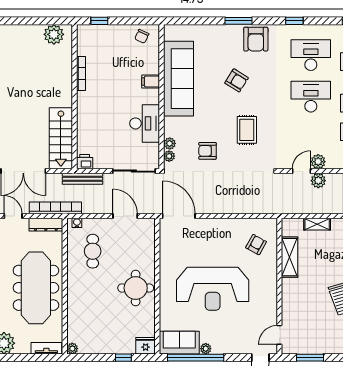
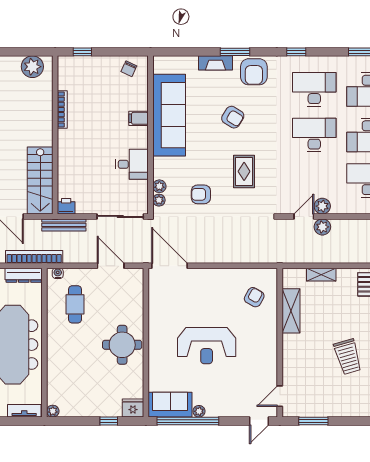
fireplace: (221, 31) -> (215, 63), added
desk: (145, 123) -> (132, 164), width x0.73
reception desk: (213, 289) -> (207, 346), width x0.74, depth x0.77

